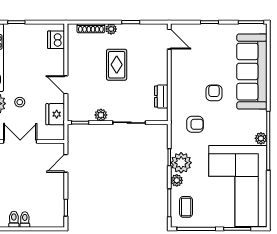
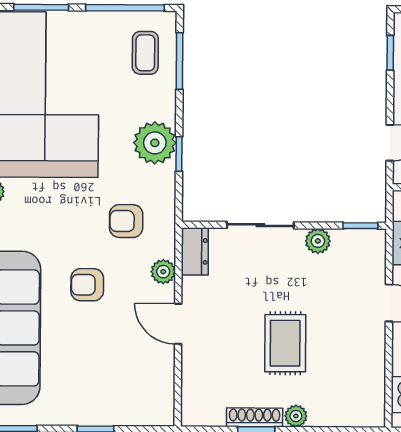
shoe rack: (91, 28) -> (255, 417), moved
door: (169, 39) -> (178, 324), moved
armchair: (214, 93) -> (87, 285), turned 90
dresser: (161, 97) -> (195, 251), moved
plant: (177, 180) -> (163, 272), moved

